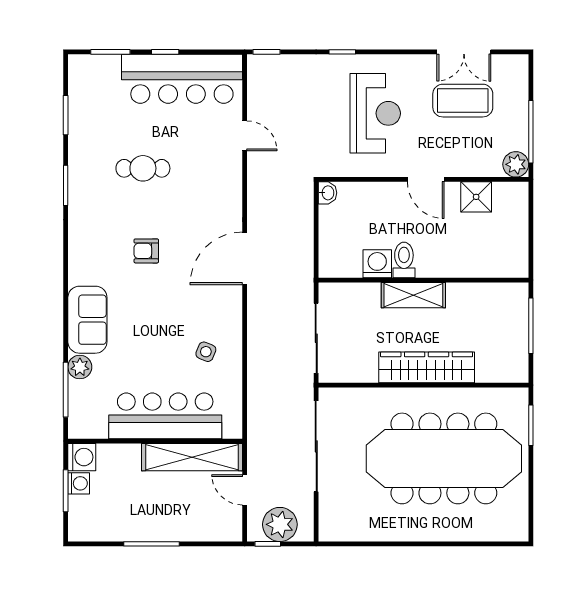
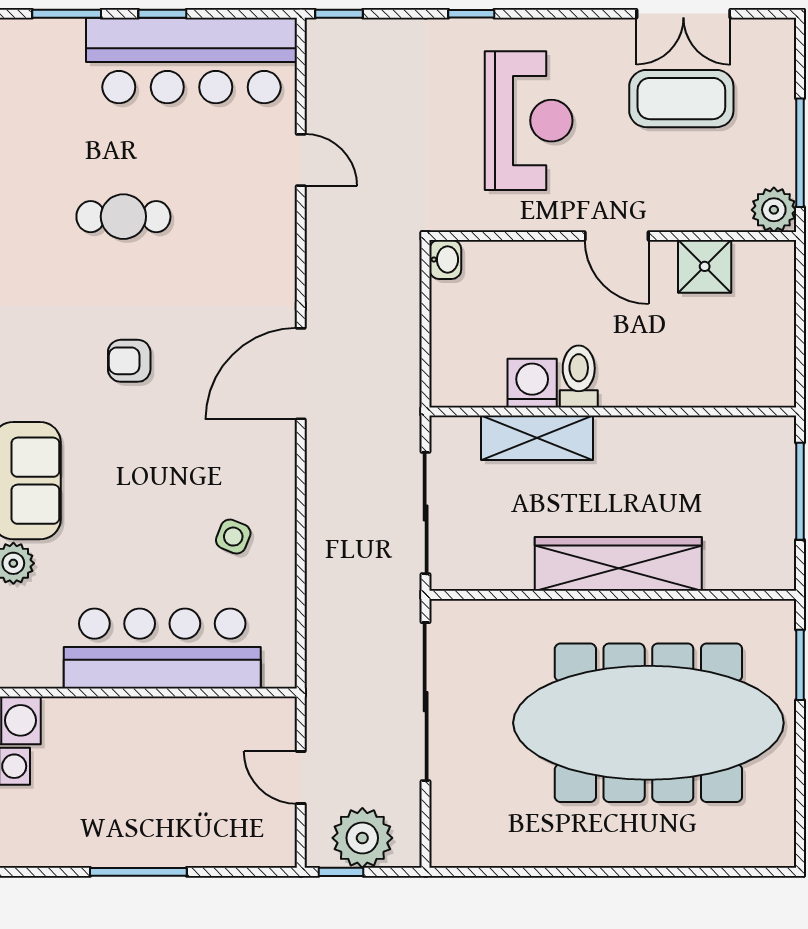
shelving: (413, 295) -> (537, 438), moved
shelving: (192, 457) -> (209, 720), removed

